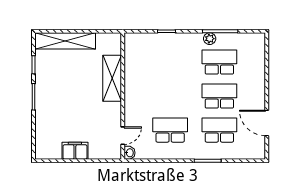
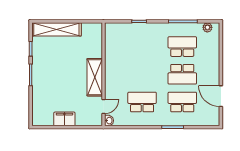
plant: (210, 39) -> (207, 27), moved
shelving: (112, 78) -> (95, 77), moved
school desk: (219, 96) -> (182, 74), turned 180

